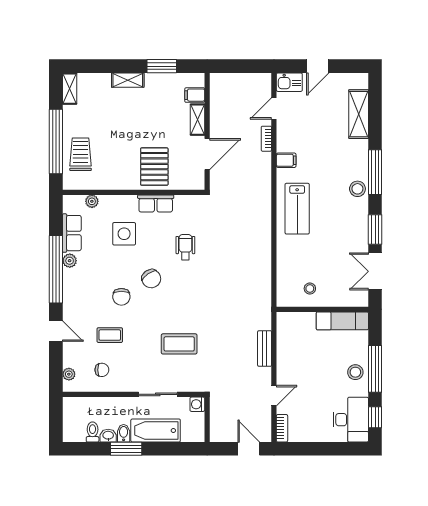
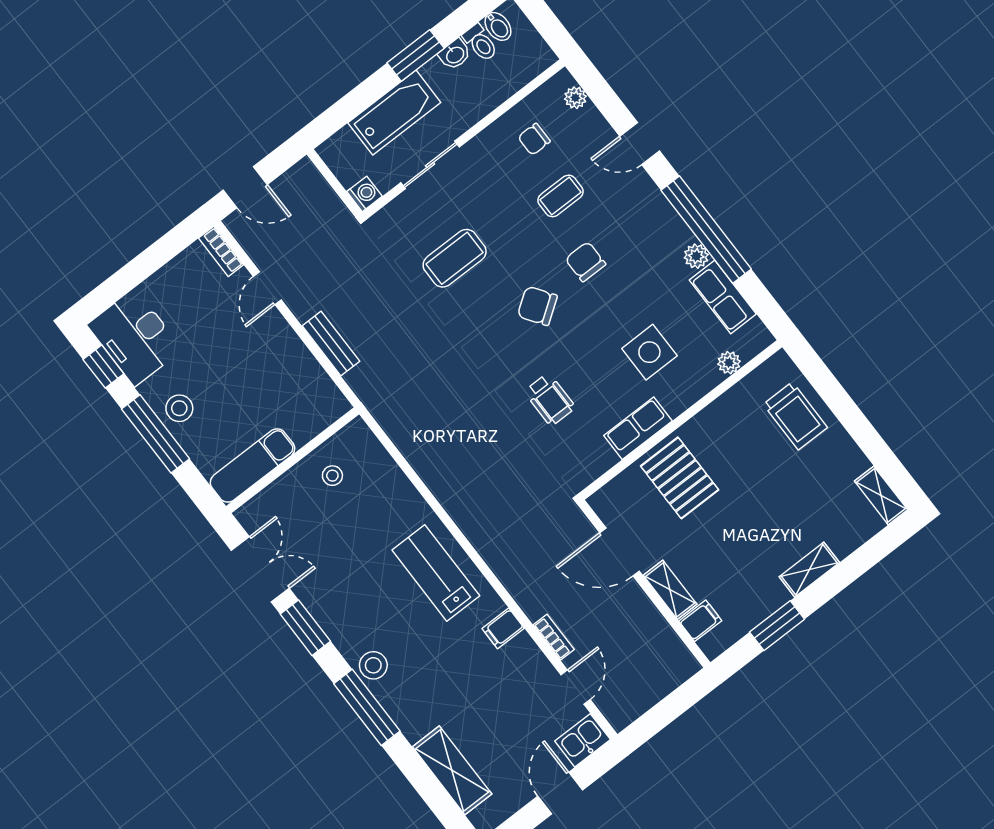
window: (56, 142) -> (843, 407), removed
door: (207, 154) -> (619, 552), hinge flipped
chair: (151, 279) -> (537, 306), moved
bidet: (124, 433) -> (498, 26), moved

